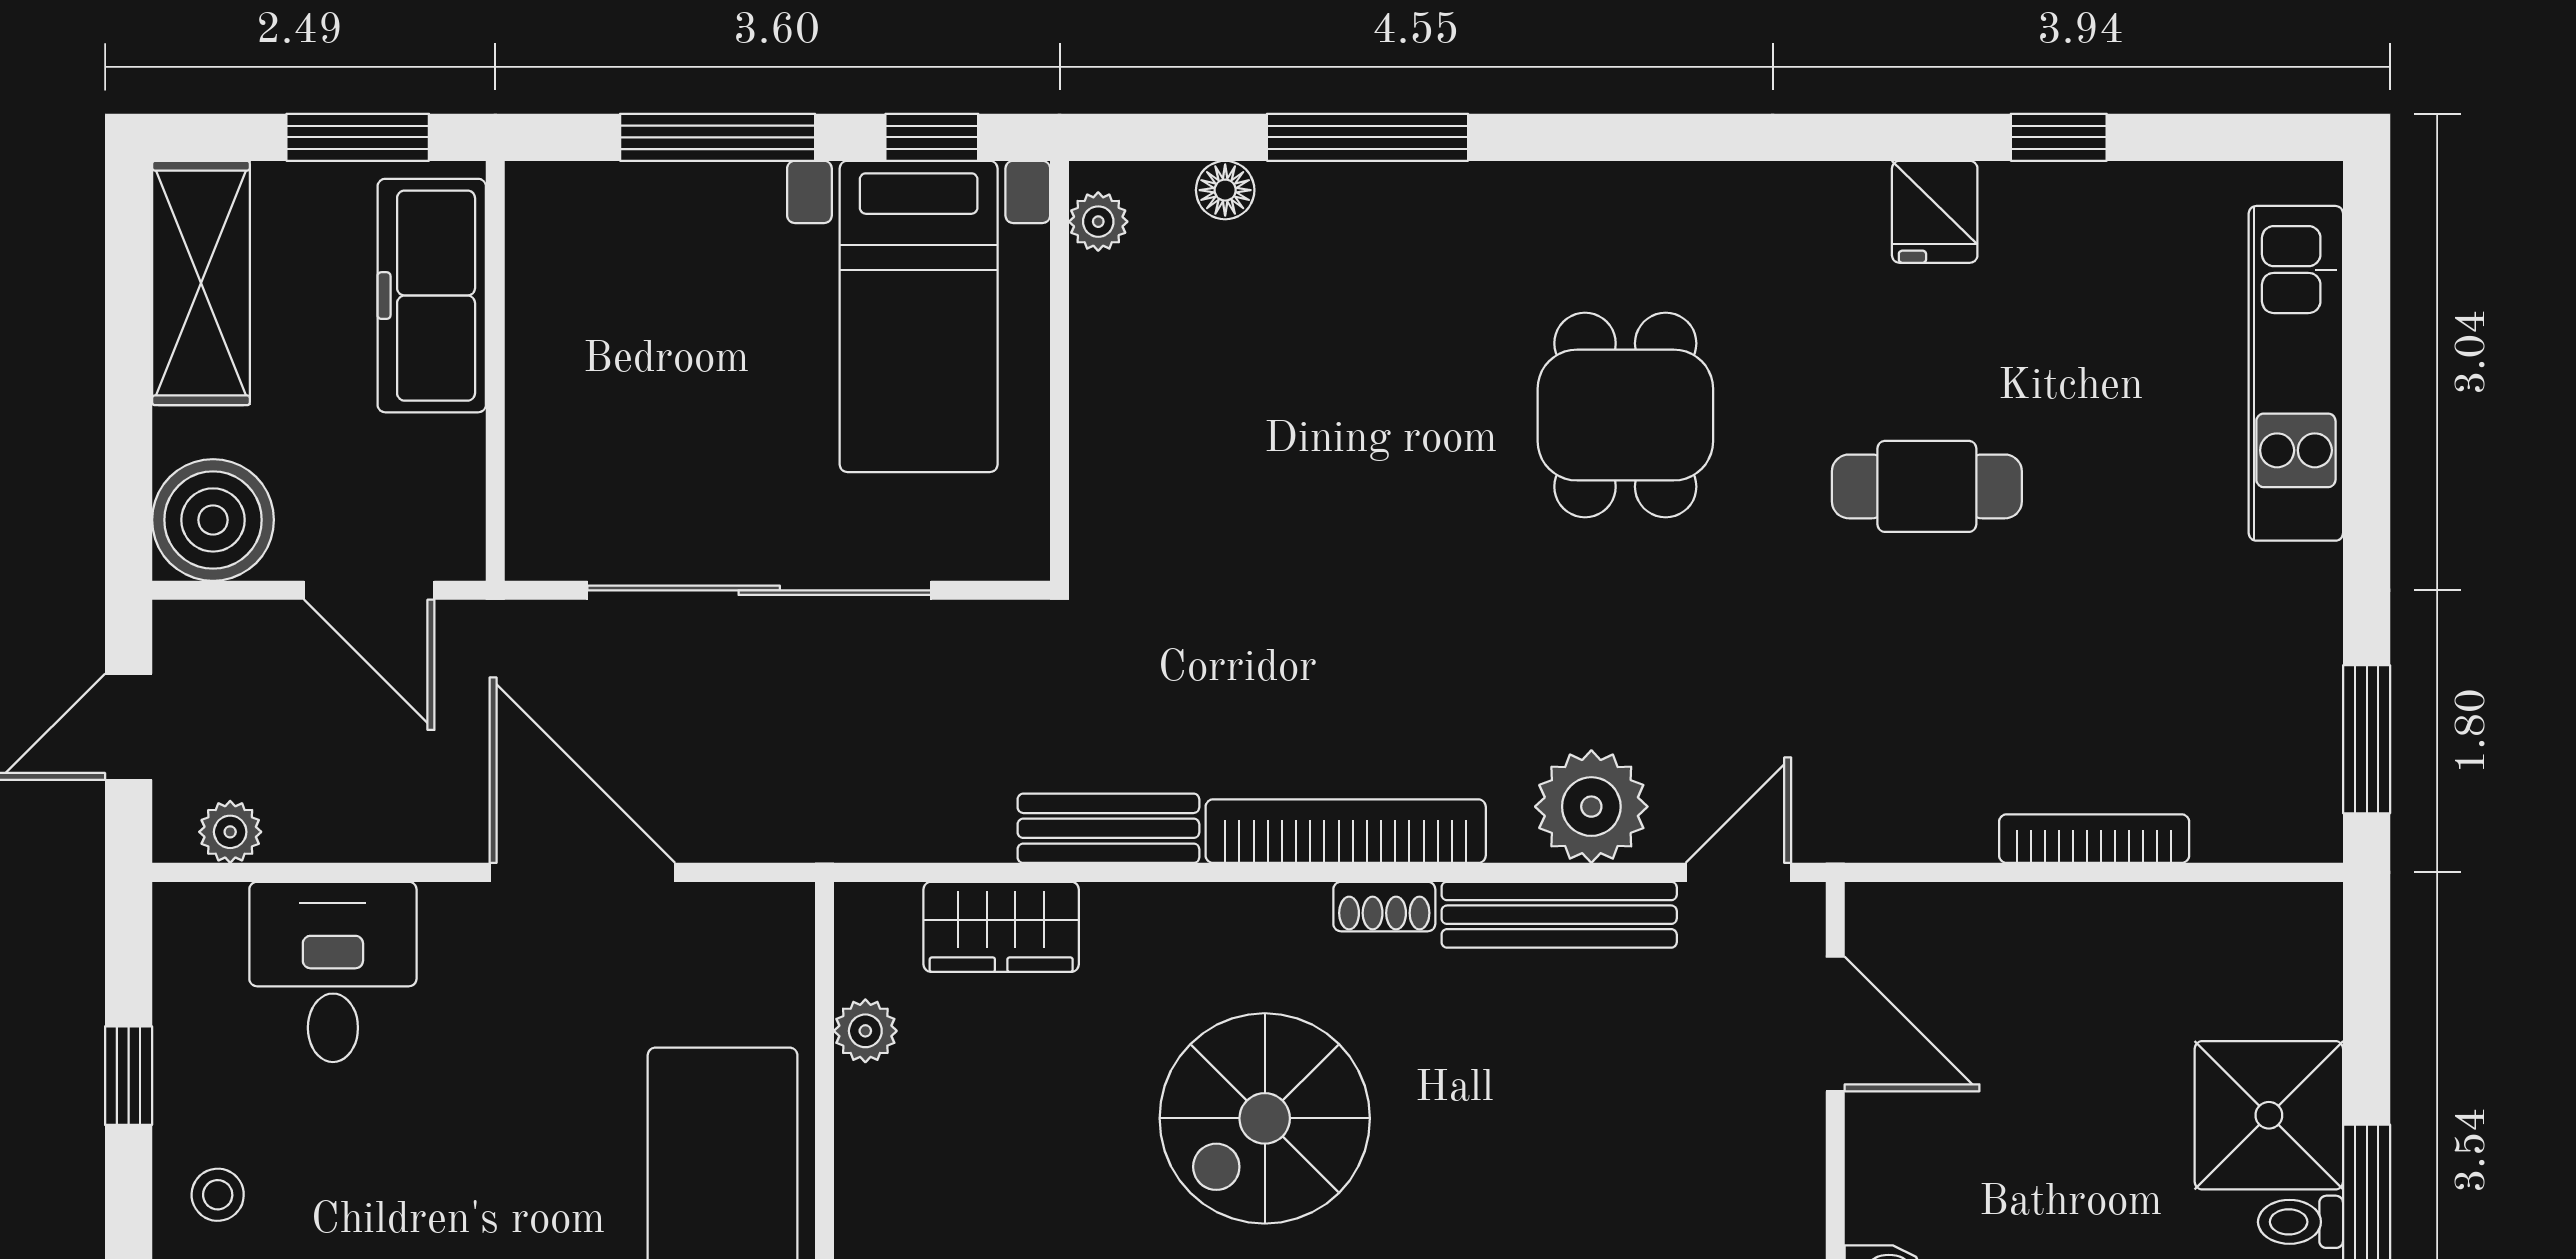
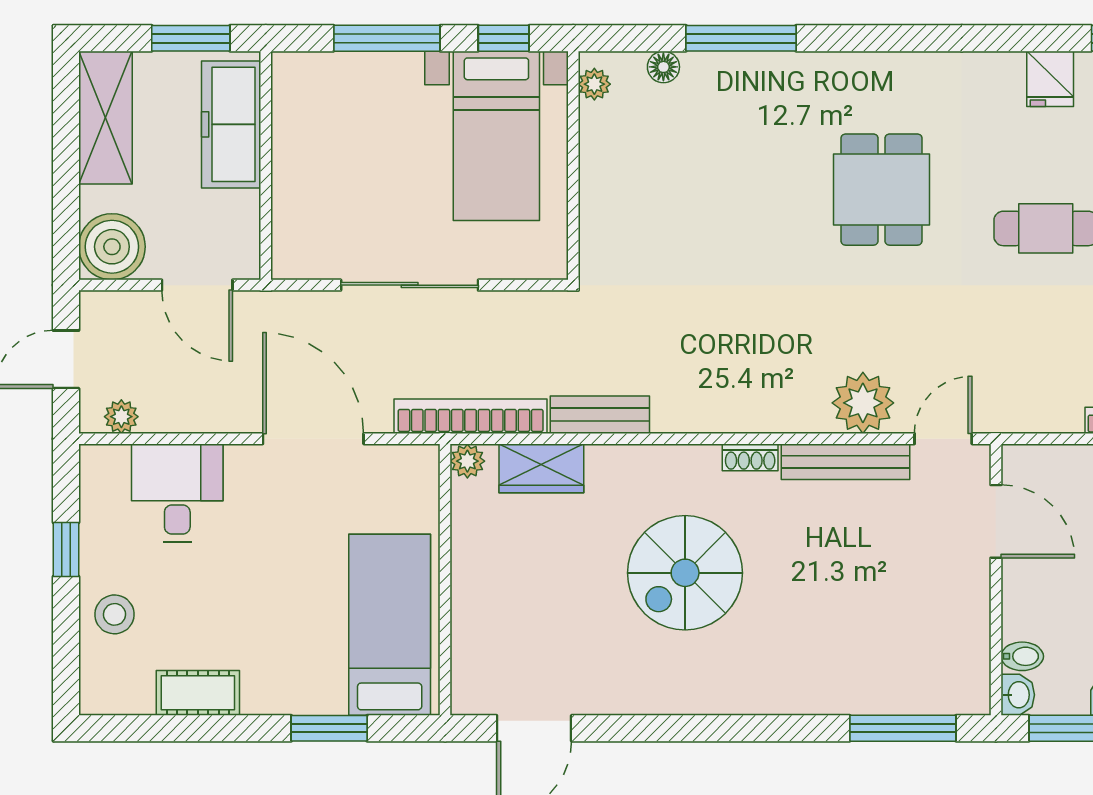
sliding door: (759, 590) -> (410, 285), width x0.73
bookcase: (1346, 831) -> (471, 416), moved
plant: (865, 1031) -> (467, 461), moved
stool: (218, 1195) -> (114, 614), width x1.37, depth x1.37

